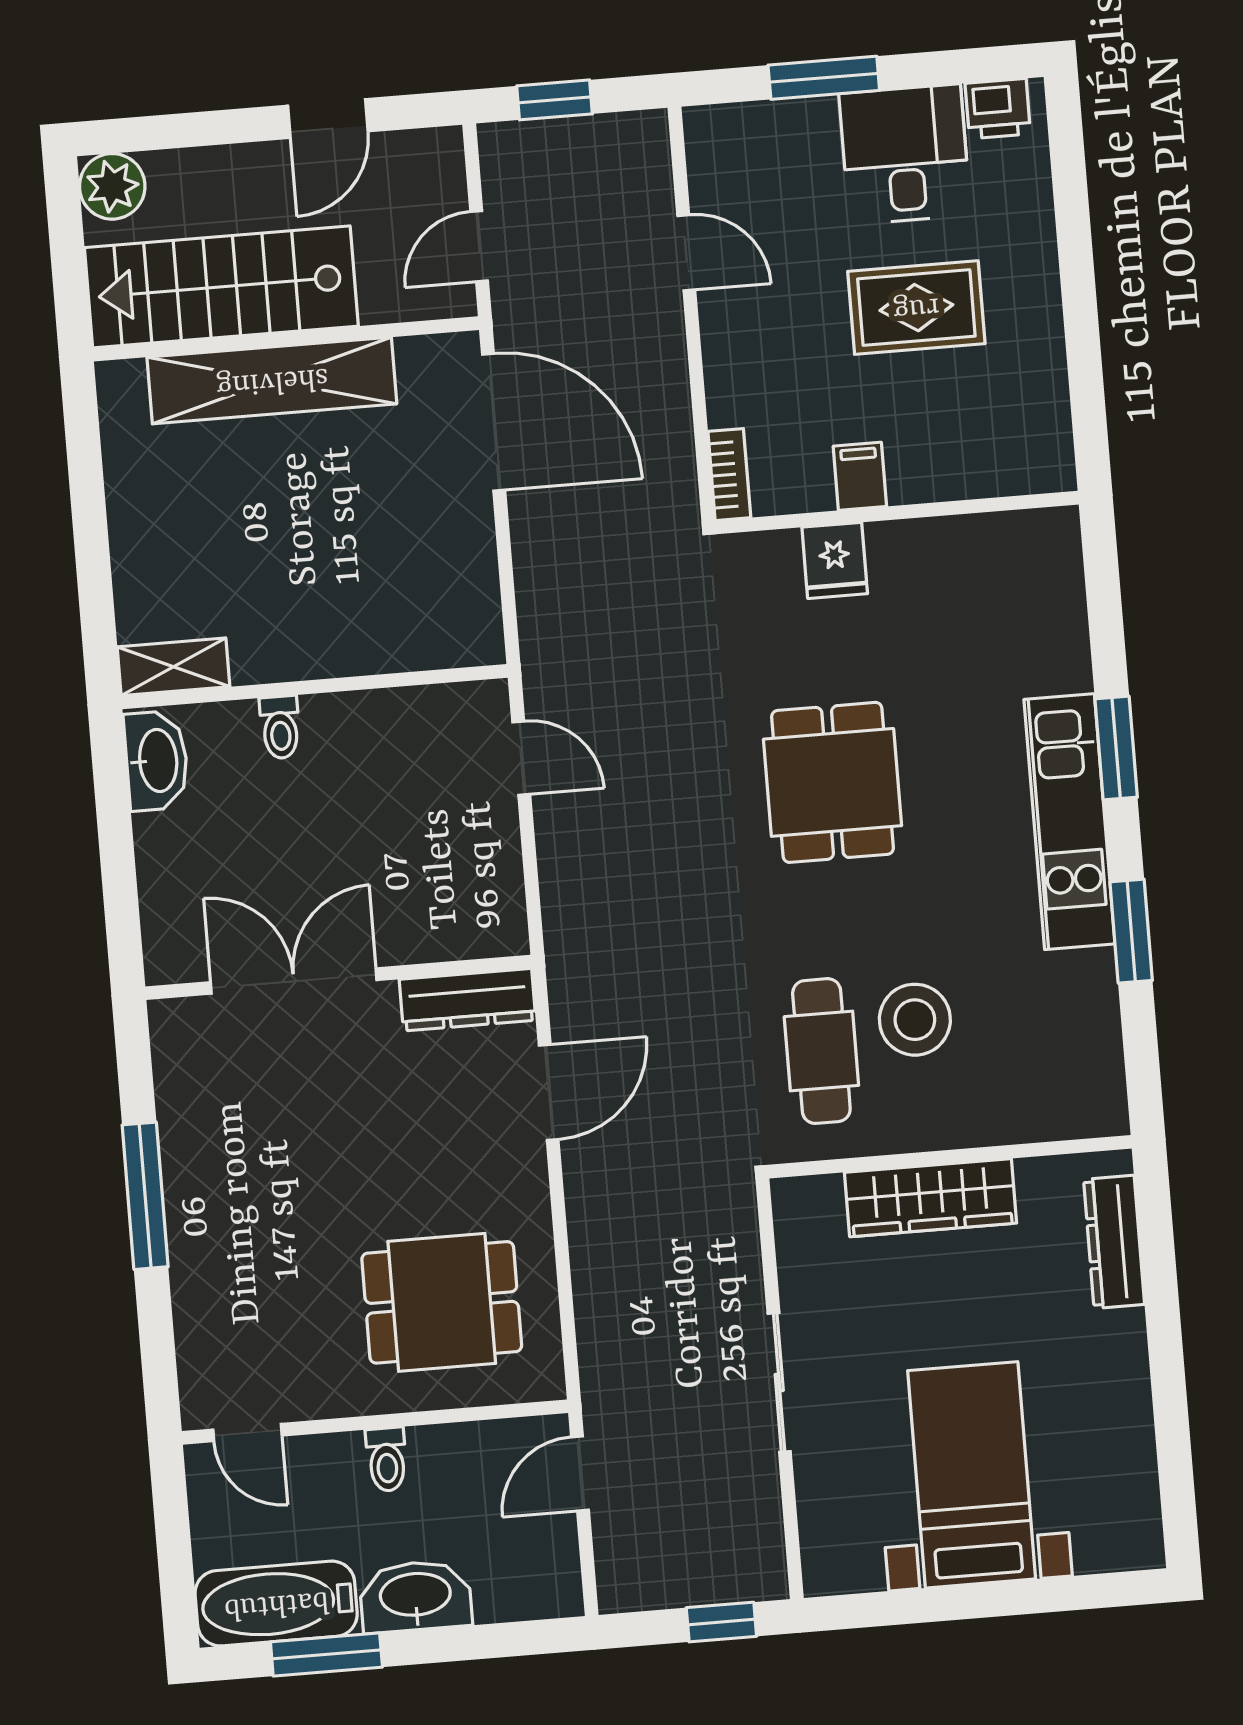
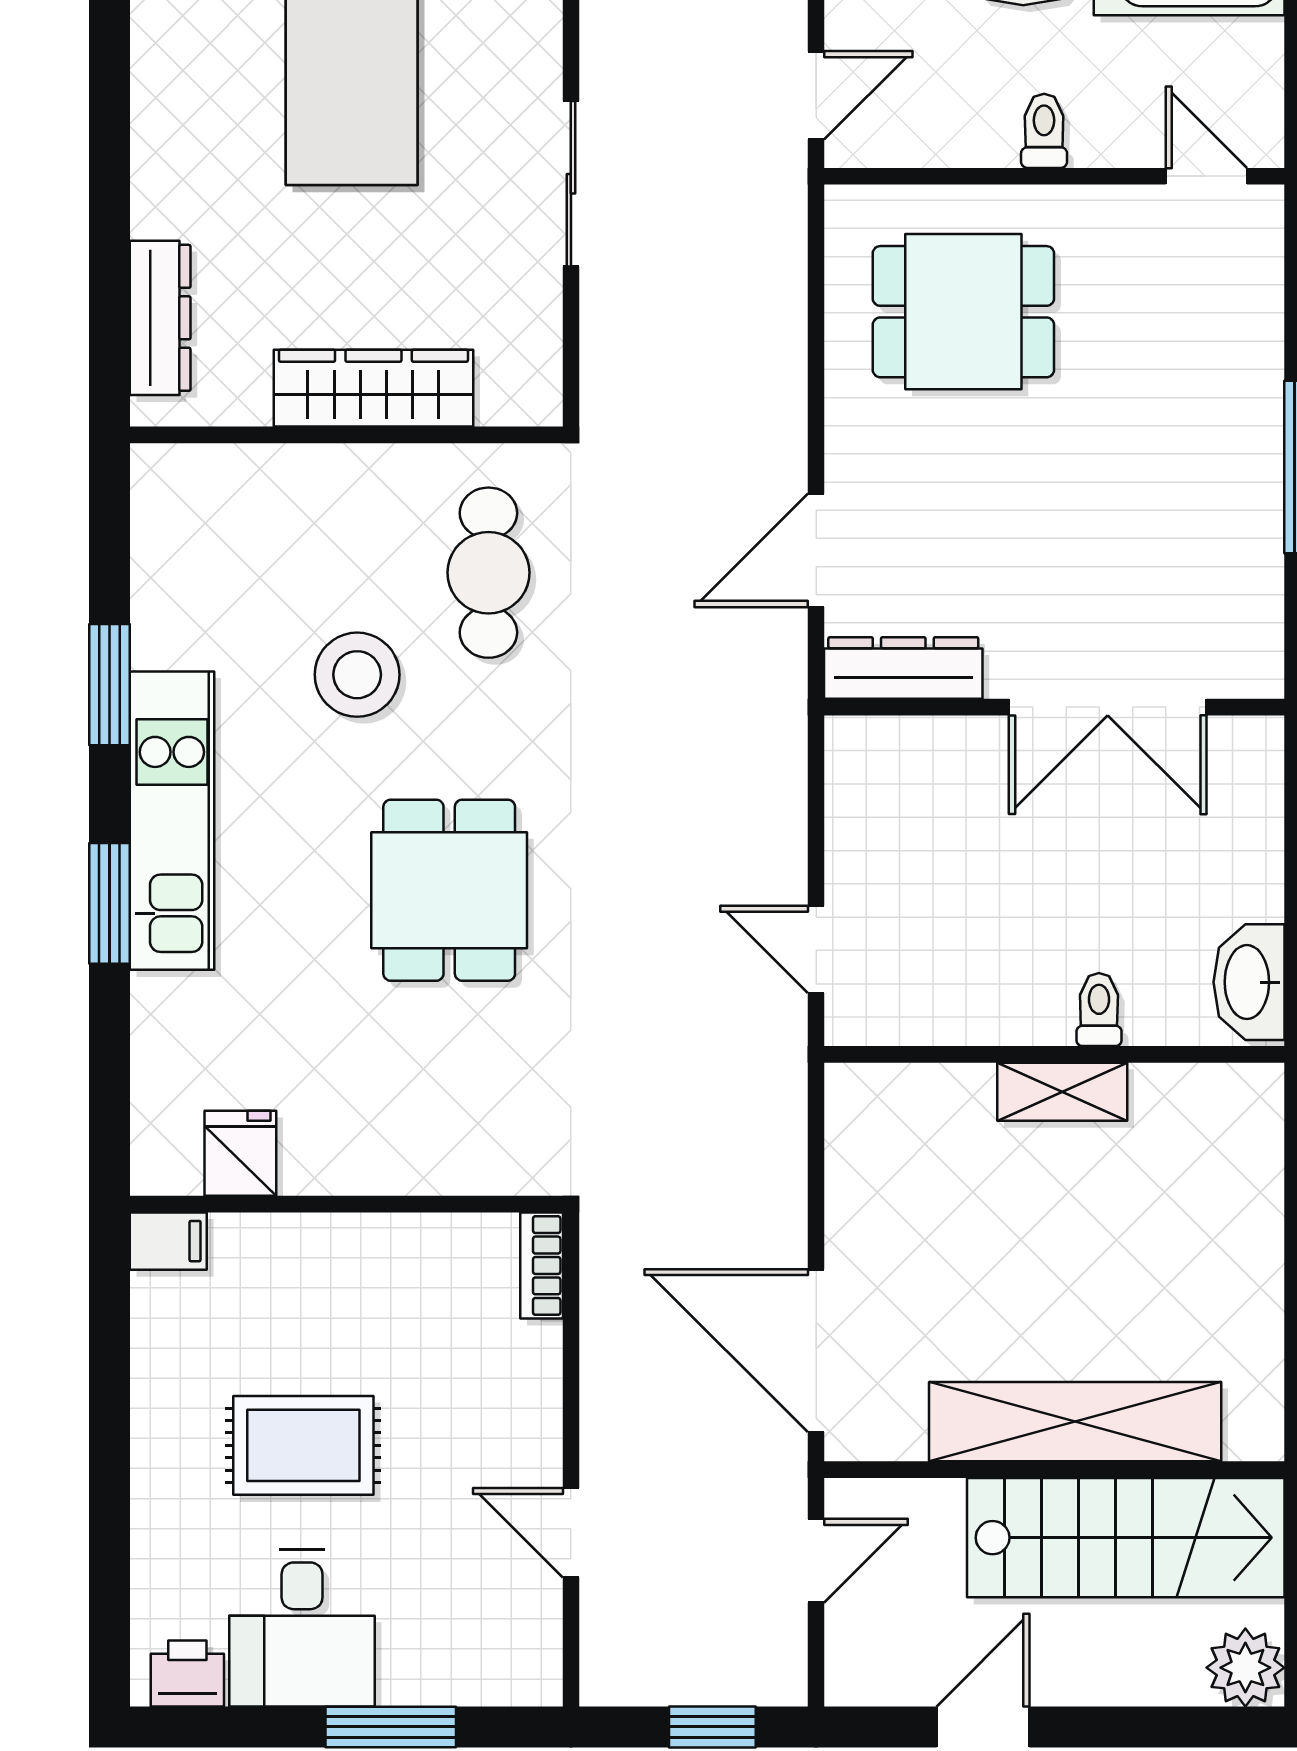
filing cabinet: (860, 476) -> (168, 1241), moved, turned -90
fridge: (835, 560) -> (240, 1153), moved
shelving: (174, 667) -> (1062, 1092), moved
stool: (915, 1020) -> (357, 675), moved

